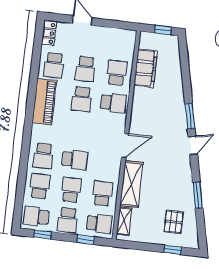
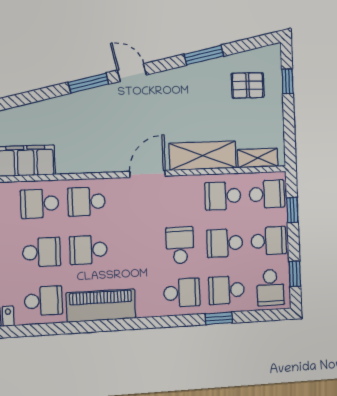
school desk: (82, 99) -> (88, 250), turned 180
school desk: (113, 103) -> (87, 202), turned -90
door: (125, 145) -> (148, 174), hinge flipped
window: (22, 178) -> (219, 318), added
school desk: (99, 224) -> (267, 194), turned 90

